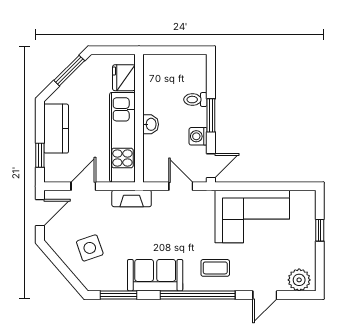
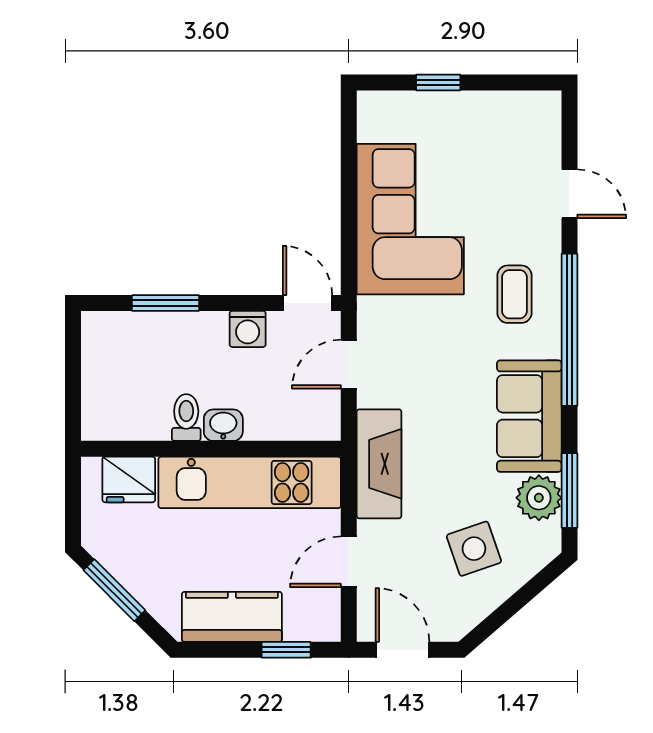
toilet: (195, 100) -> (186, 418), moved, turned 180
window: (211, 115) -> (166, 303), moved
door: (83, 186) -> (349, 562), hinge flipped
fireplace: (132, 198) -> (379, 464), width x1.37, depth x1.32
plant: (299, 280) -> (539, 498), moved

